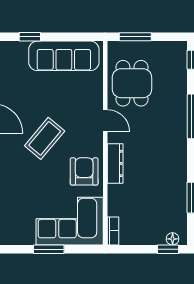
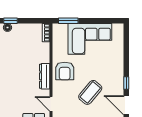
corner sofa: (70, 221) -> (90, 39), moved
window: (49, 249) -> (68, 21), moved

